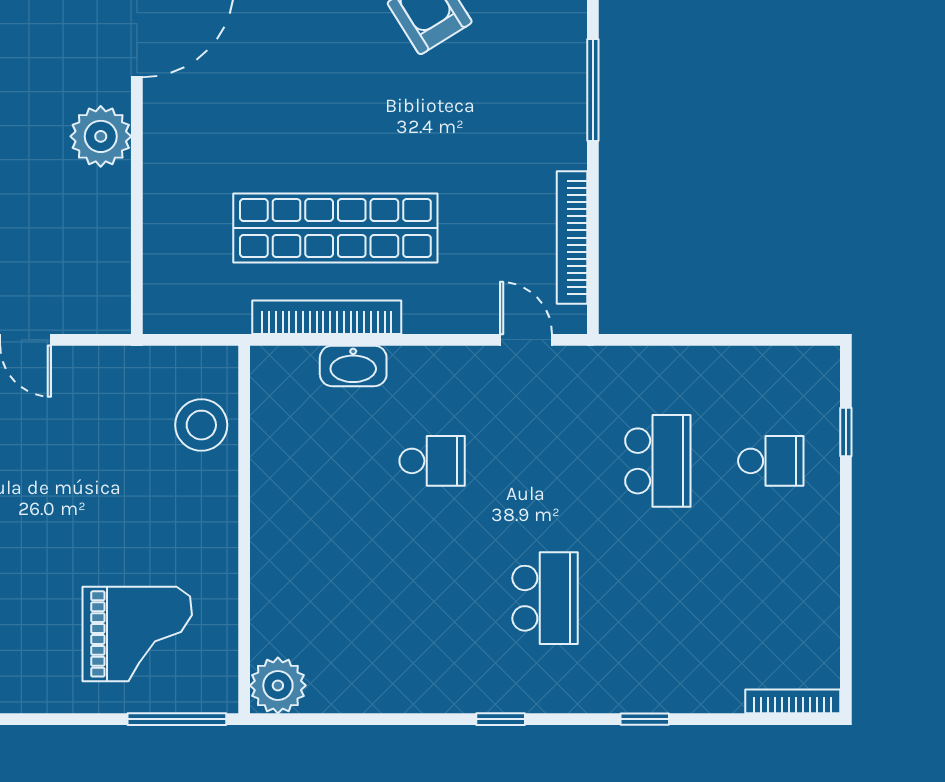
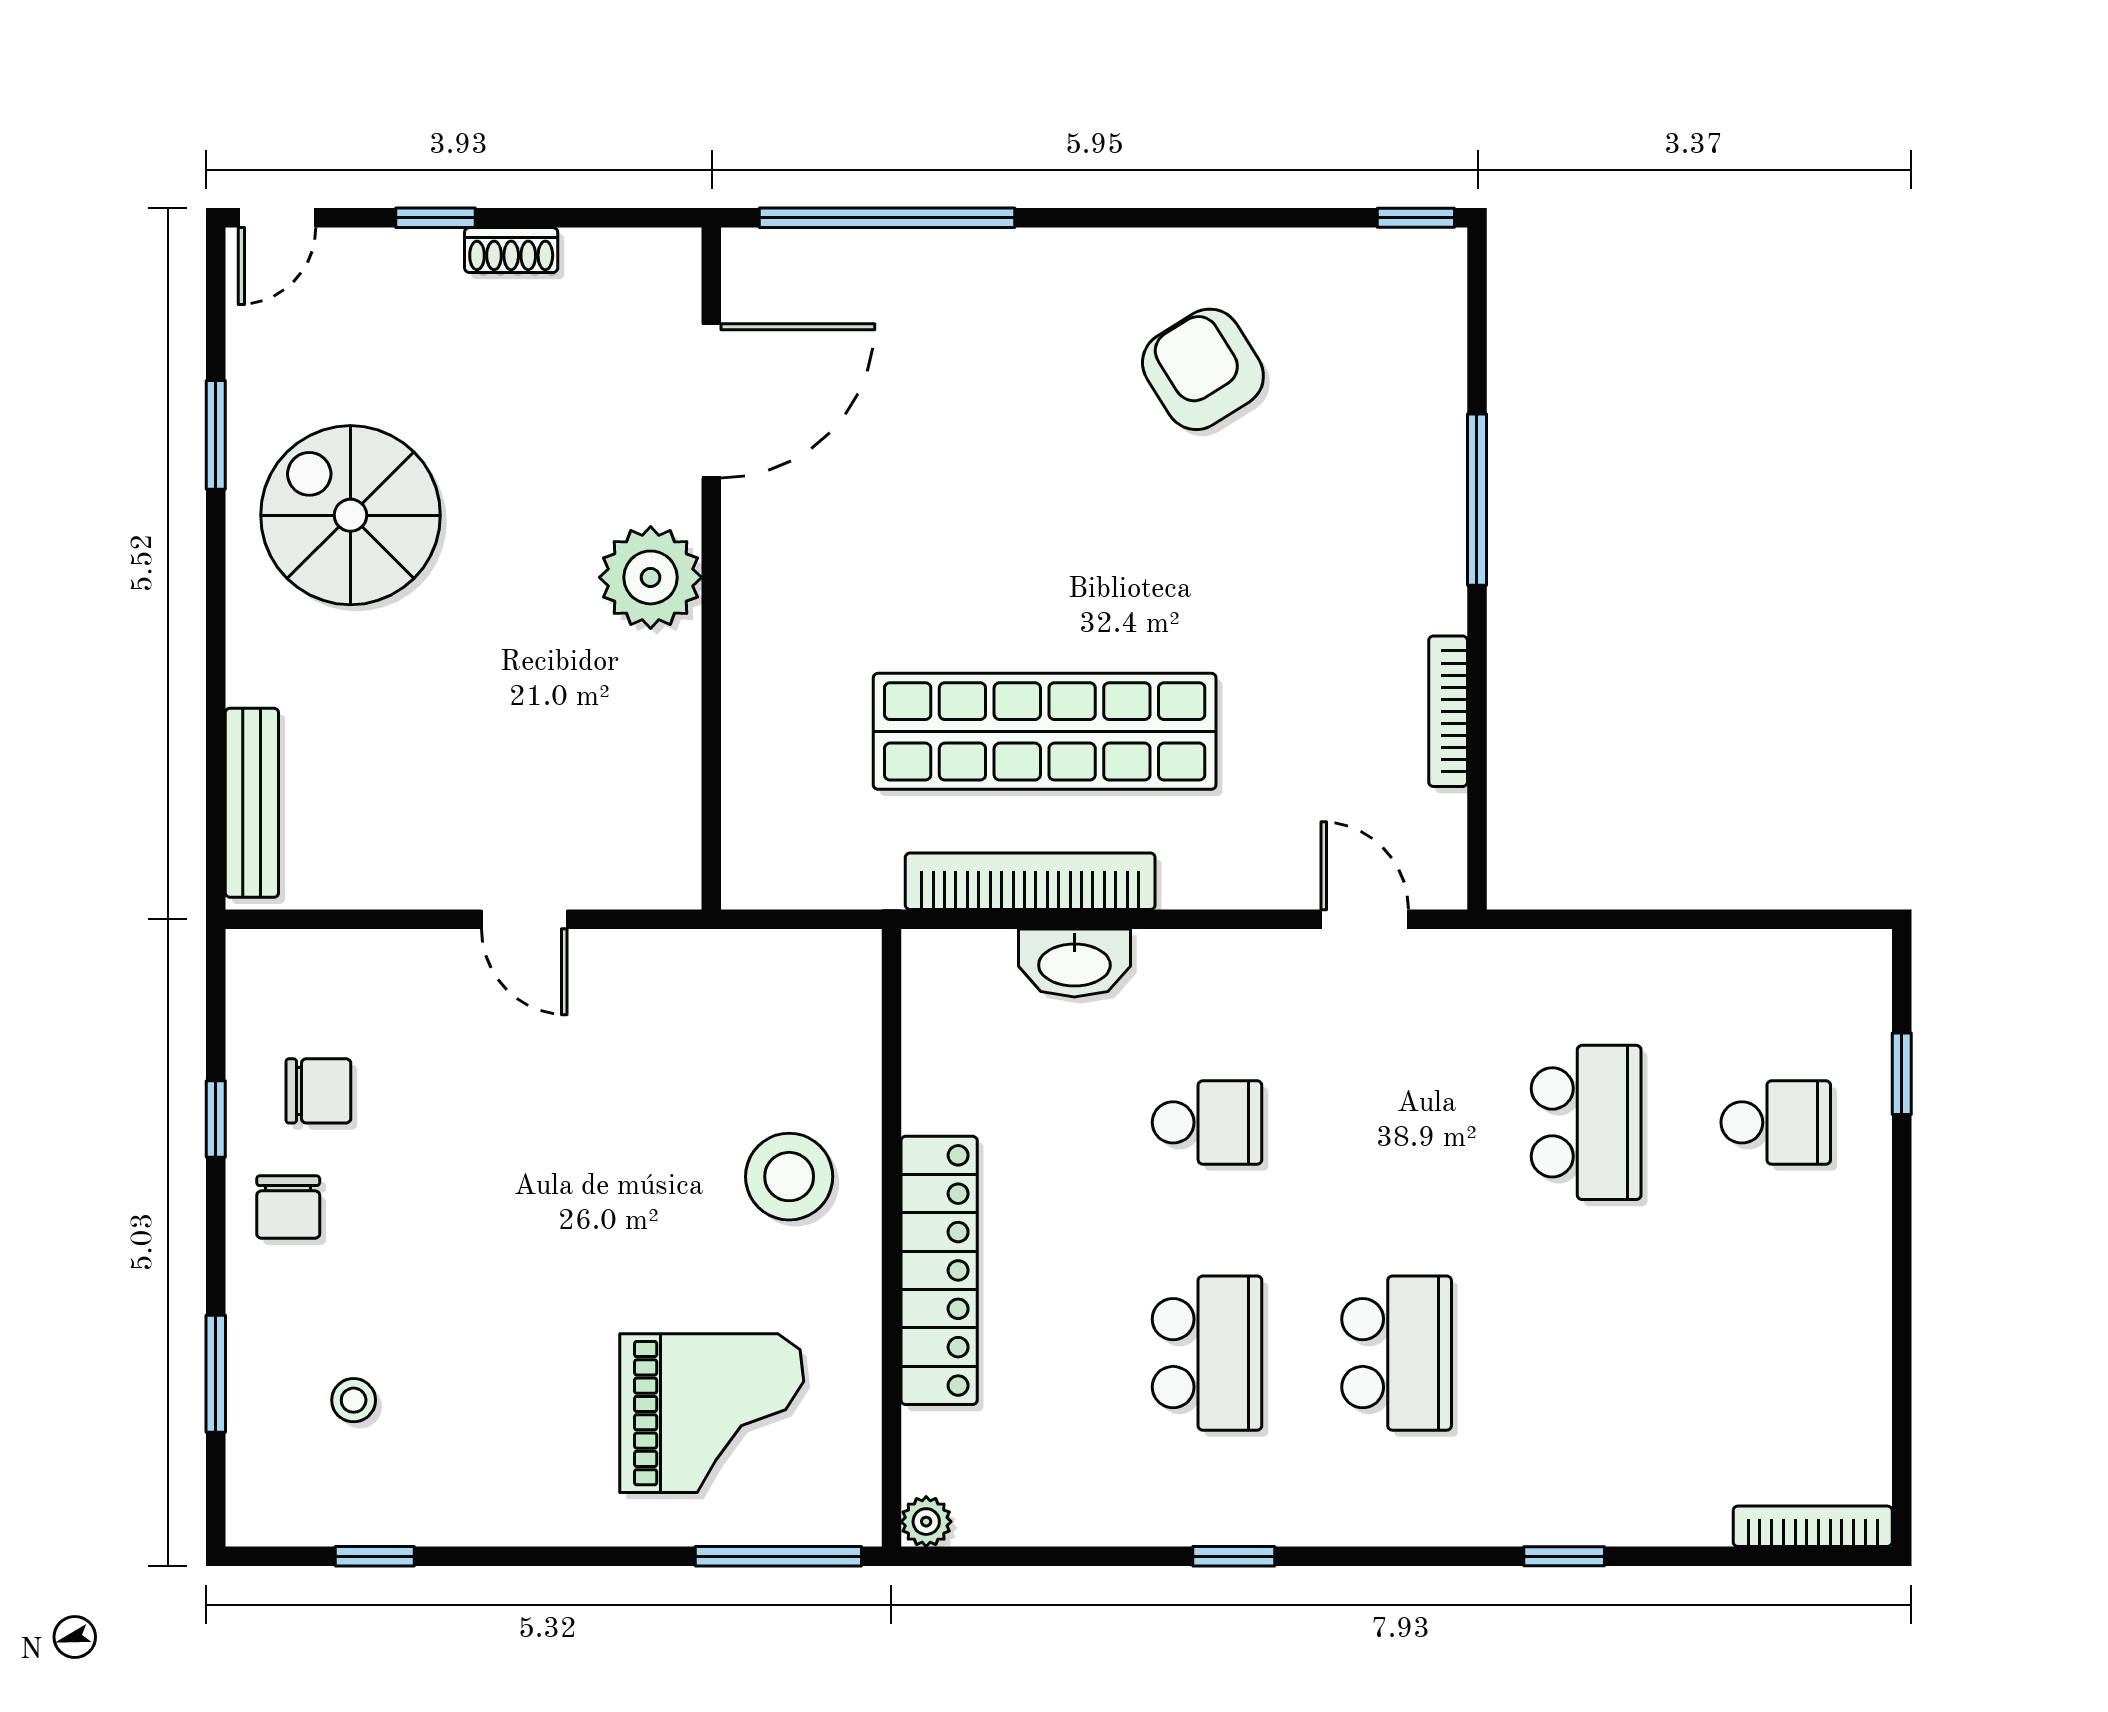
bookcase: (572, 238) -> (1448, 711), width x0.68, depth x0.76
stool: (201, 425) -> (789, 1177), moved
locker: (273, 549) -> (939, 1270), added
school desk: (432, 598) -> (1207, 1353), added
plant: (278, 685) -> (926, 1522), width x0.53, depth x0.53
window: (501, 719) -> (1234, 1556), moved

